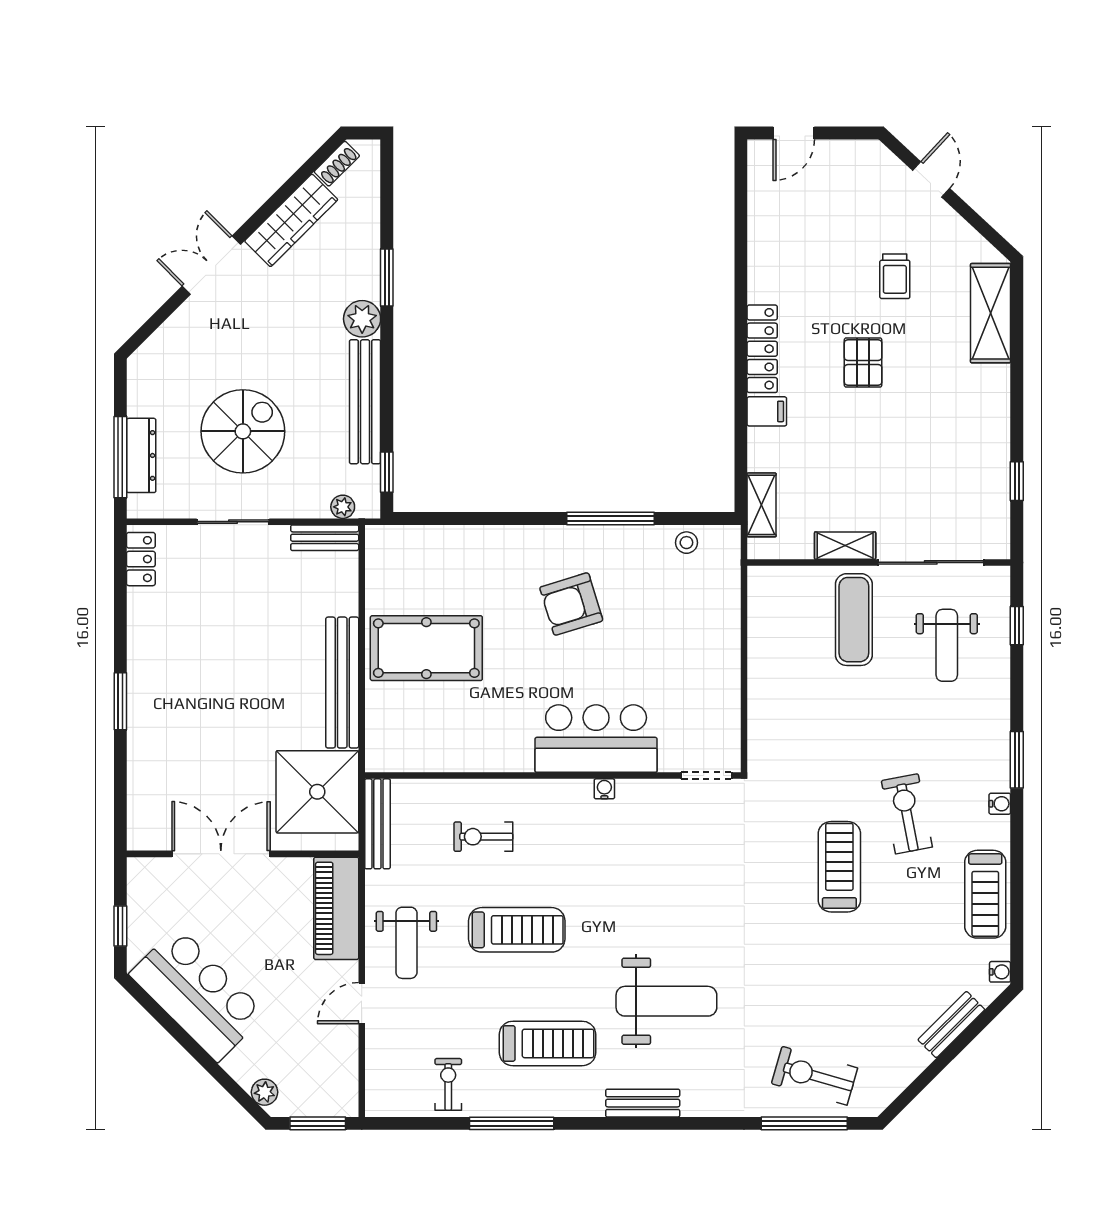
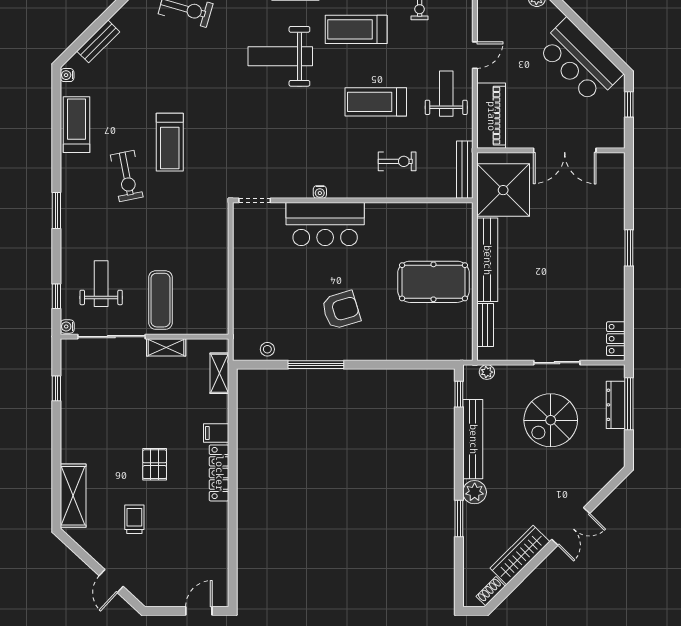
bench: (325, 538) -> (485, 325), moved, turned 90
water cooler: (1000, 804) -> (67, 326), moved

